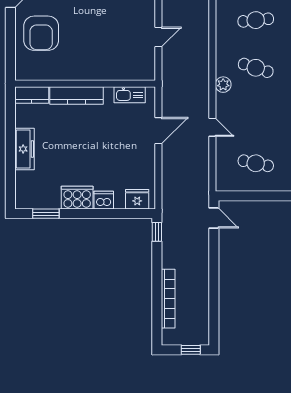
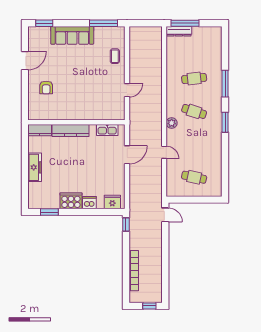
armchair: (41, 33) -> (46, 88), width x0.53, depth x0.53

